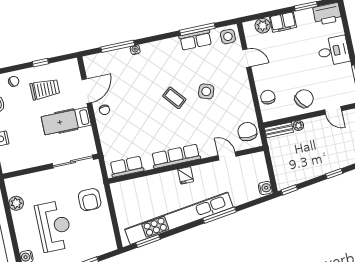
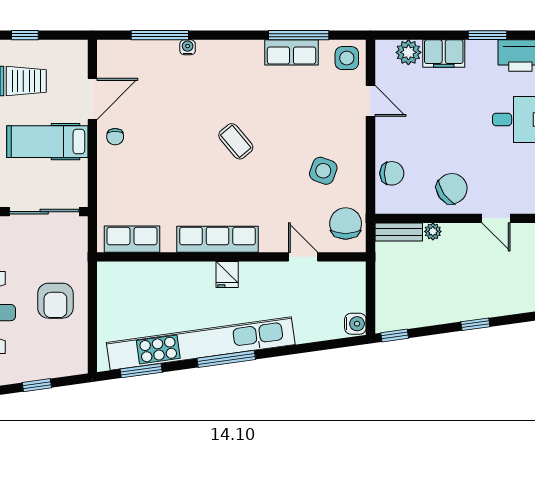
side table: (206, 91) -> (323, 171), moved
chair: (268, 97) -> (392, 173), turned 90
armchair: (90, 200) -> (55, 301), moved
window: (219, 215) -> (226, 359), moved

